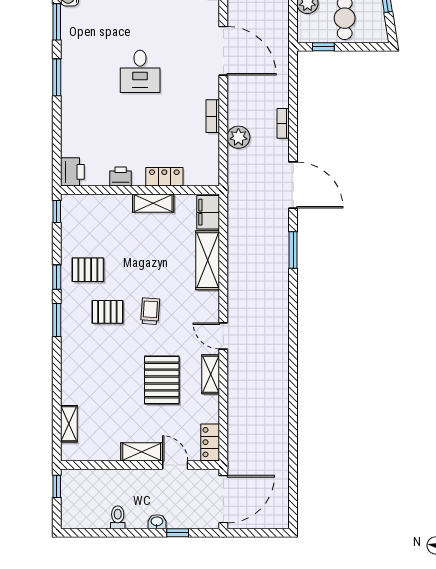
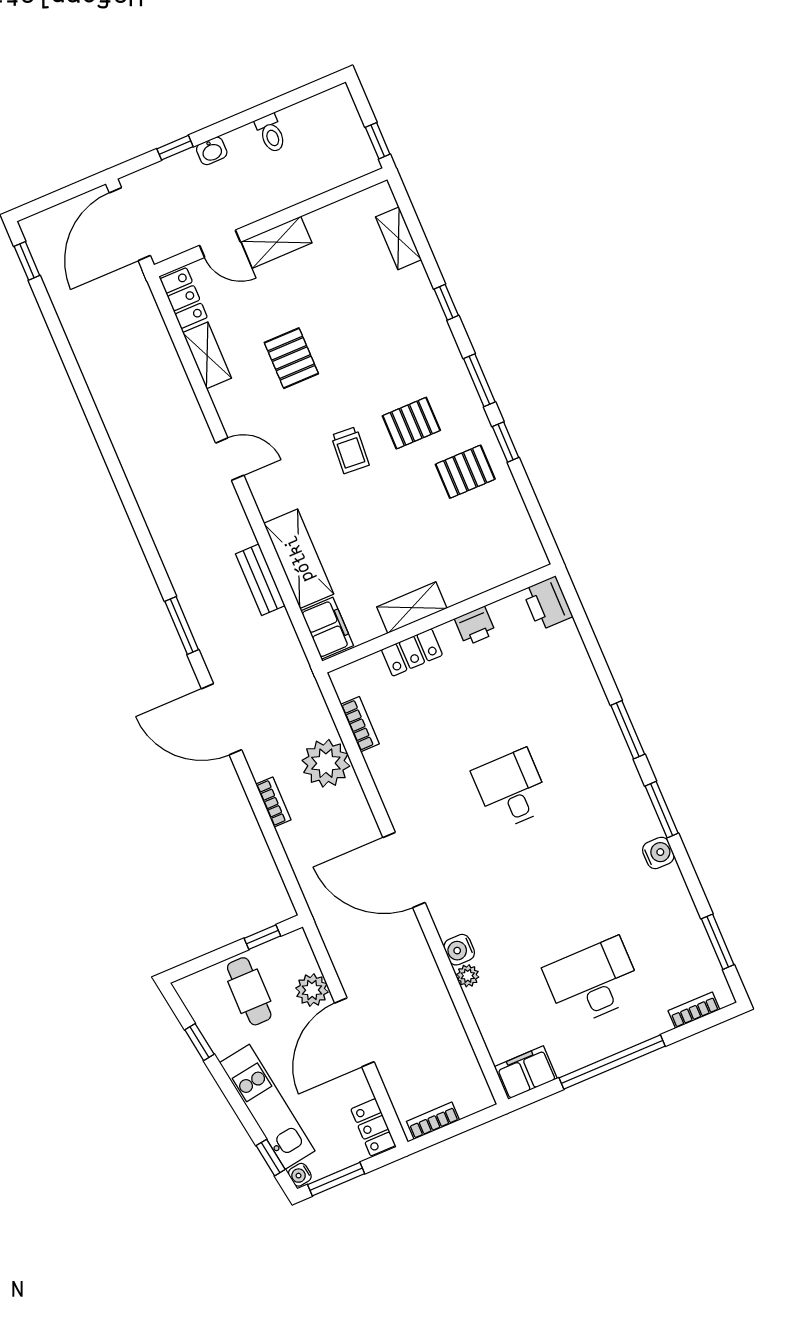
bookcase: (213, 116) -> (360, 724), moved
plant: (238, 137) -> (326, 763), width x1.36, depth x1.36
window: (57, 212) -> (446, 302), moved
bench: (235, 257) -> (260, 580), added
shelving: (211, 374) -> (207, 355), moved
pallet: (162, 380) -> (291, 358), width x0.67, depth x0.71
window: (293, 503) -> (27, 261), added

